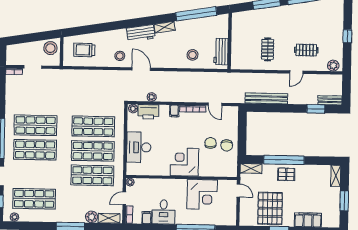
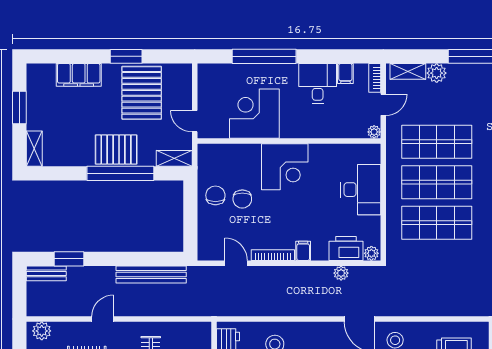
pallet: (286, 174) -> (116, 150), width x1.50, depth x1.42

